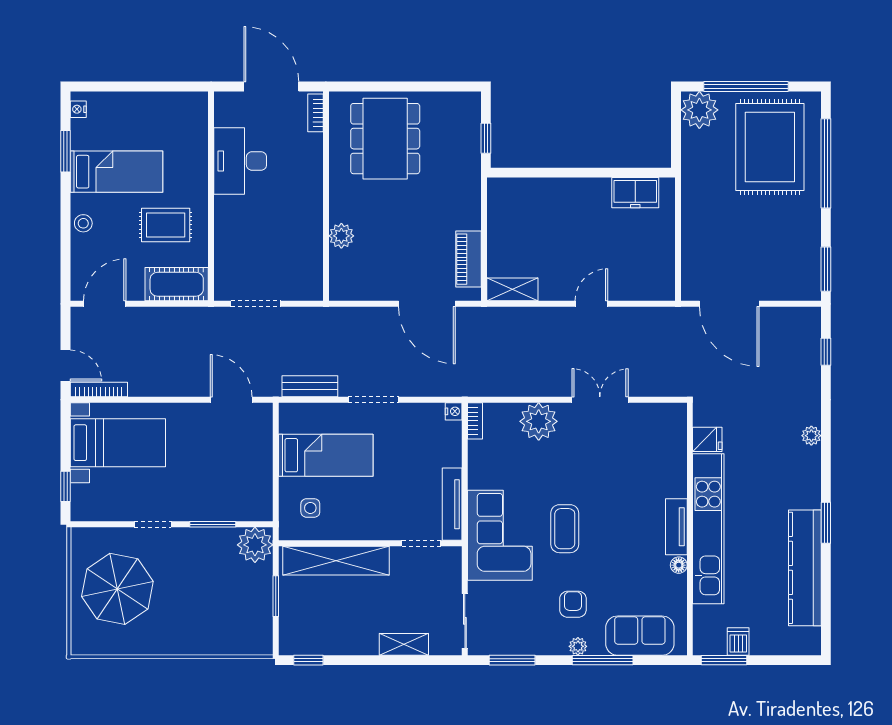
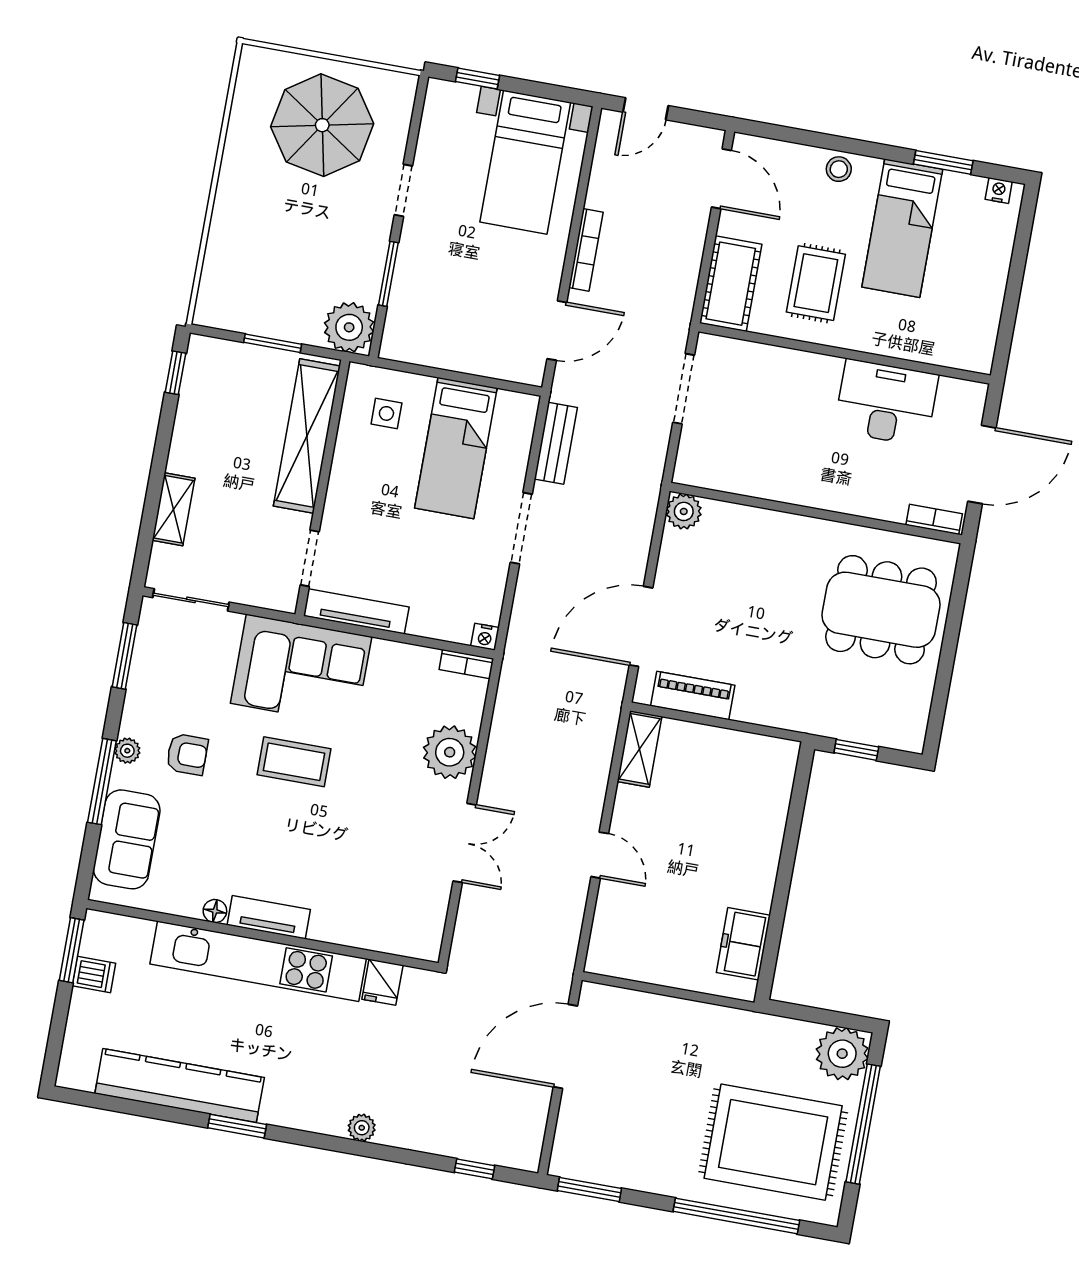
plant: (341, 236) -> (684, 511), moved
bookcase: (99, 389) -> (586, 250), moved

